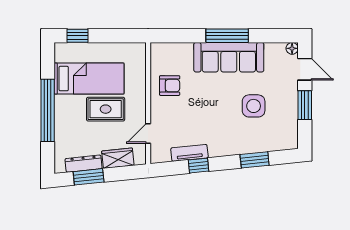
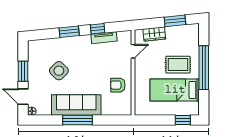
side table: (254, 106) -> (59, 71), turned 45
rug: (106, 109) -> (178, 65), moved
window: (255, 160) -> (69, 32), moved
dresser: (84, 164) -> (178, 30), removed

